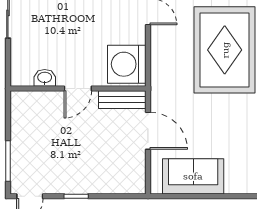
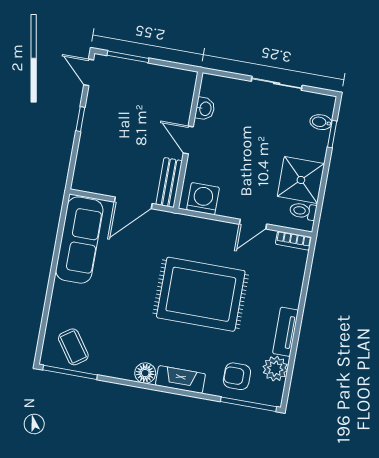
washing machine: (127, 64) -> (203, 199), width x0.73, depth x0.73
sofa: (193, 176) -> (79, 240), width x1.36

